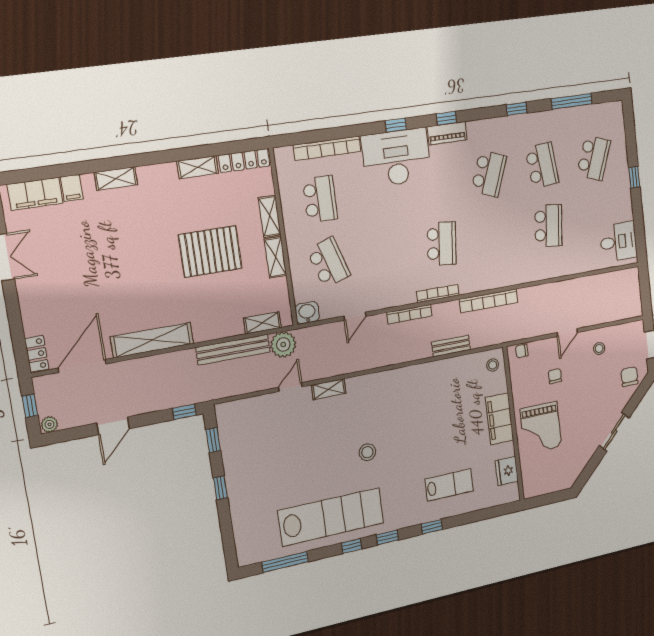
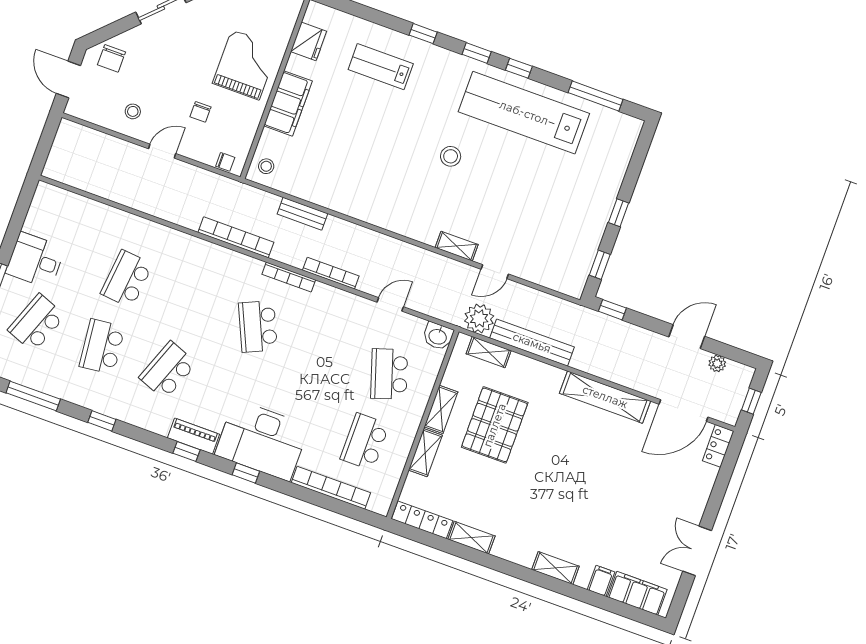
desk: (618, 242) -> (35, 260), moved
school desk: (442, 244) -> (258, 326), turned -30
pallet: (210, 252) -> (495, 425), moved, turned 90
plant: (49, 424) -> (717, 363), moved

